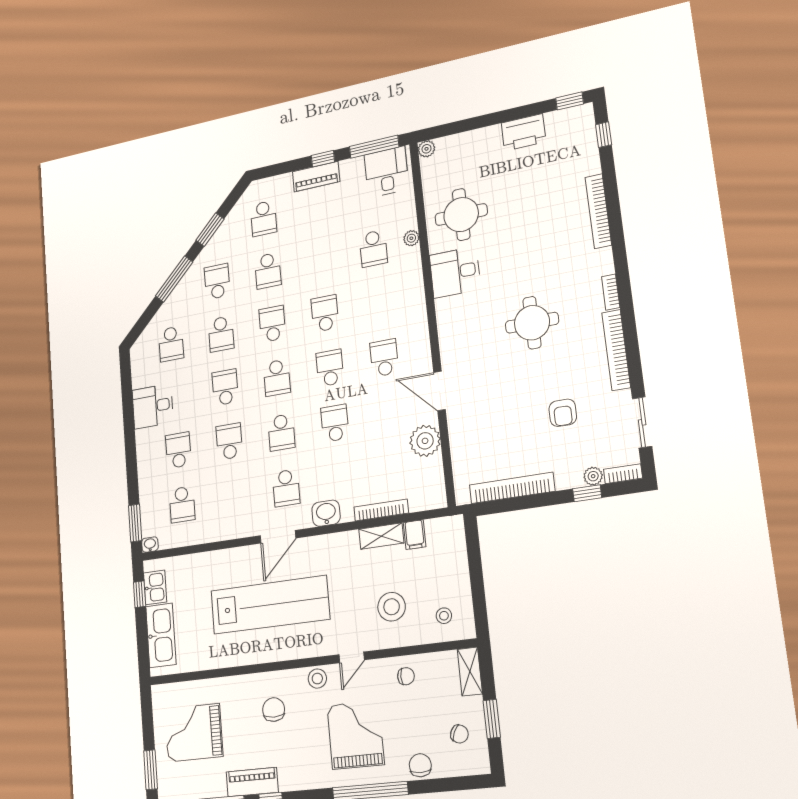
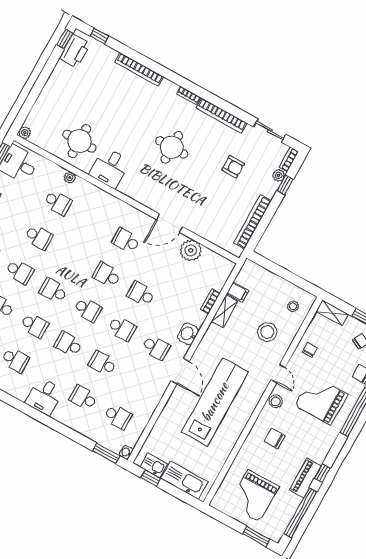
printer: (524, 132) -> (75, 51), moved
school desk: (325, 313) -> (39, 237), moved, turned 180
bookcase: (381, 510) -> (210, 301), width x0.64

